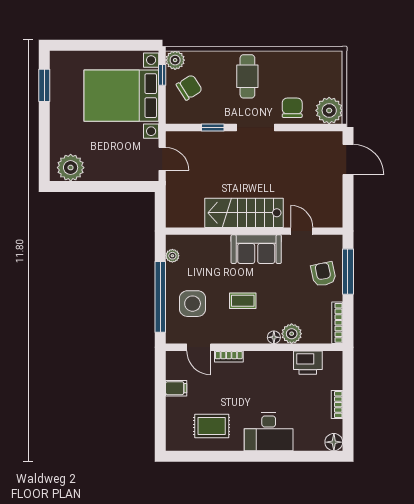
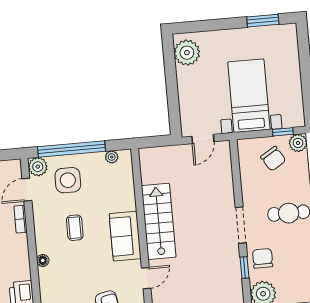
bed with nightstands: (121, 96) -> (249, 96), width x0.73
chair: (292, 108) -> (263, 258), turned -90
window: (213, 127) -> (245, 268), moved
plant: (292, 334) -> (38, 167), moved

